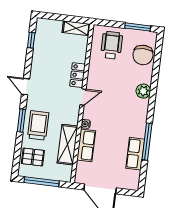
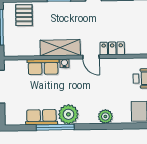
trolley: (38, 125) -> (56, 16), removed
plant: (136, 127) -> (68, 114), added
shelving: (67, 145) -> (60, 48), moved

